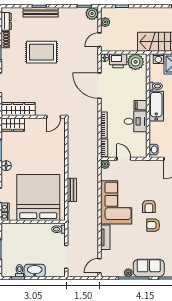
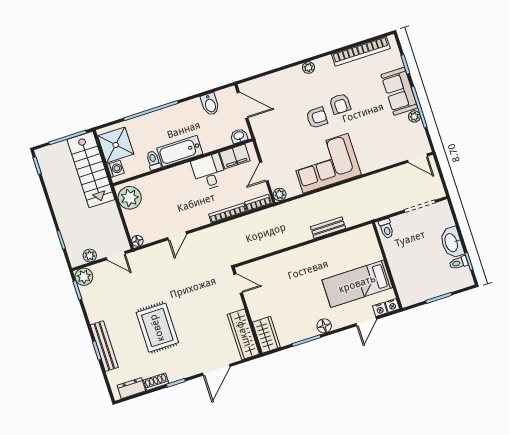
printer: (118, 61) -> (136, 222), removed
door: (99, 86) -> (177, 236), width x0.53
filing cabinet: (141, 105) -> (235, 156), moved, width x2.00
bed: (38, 197) -> (357, 284), width x0.49
tv unit: (105, 237) -> (377, 163), removed

